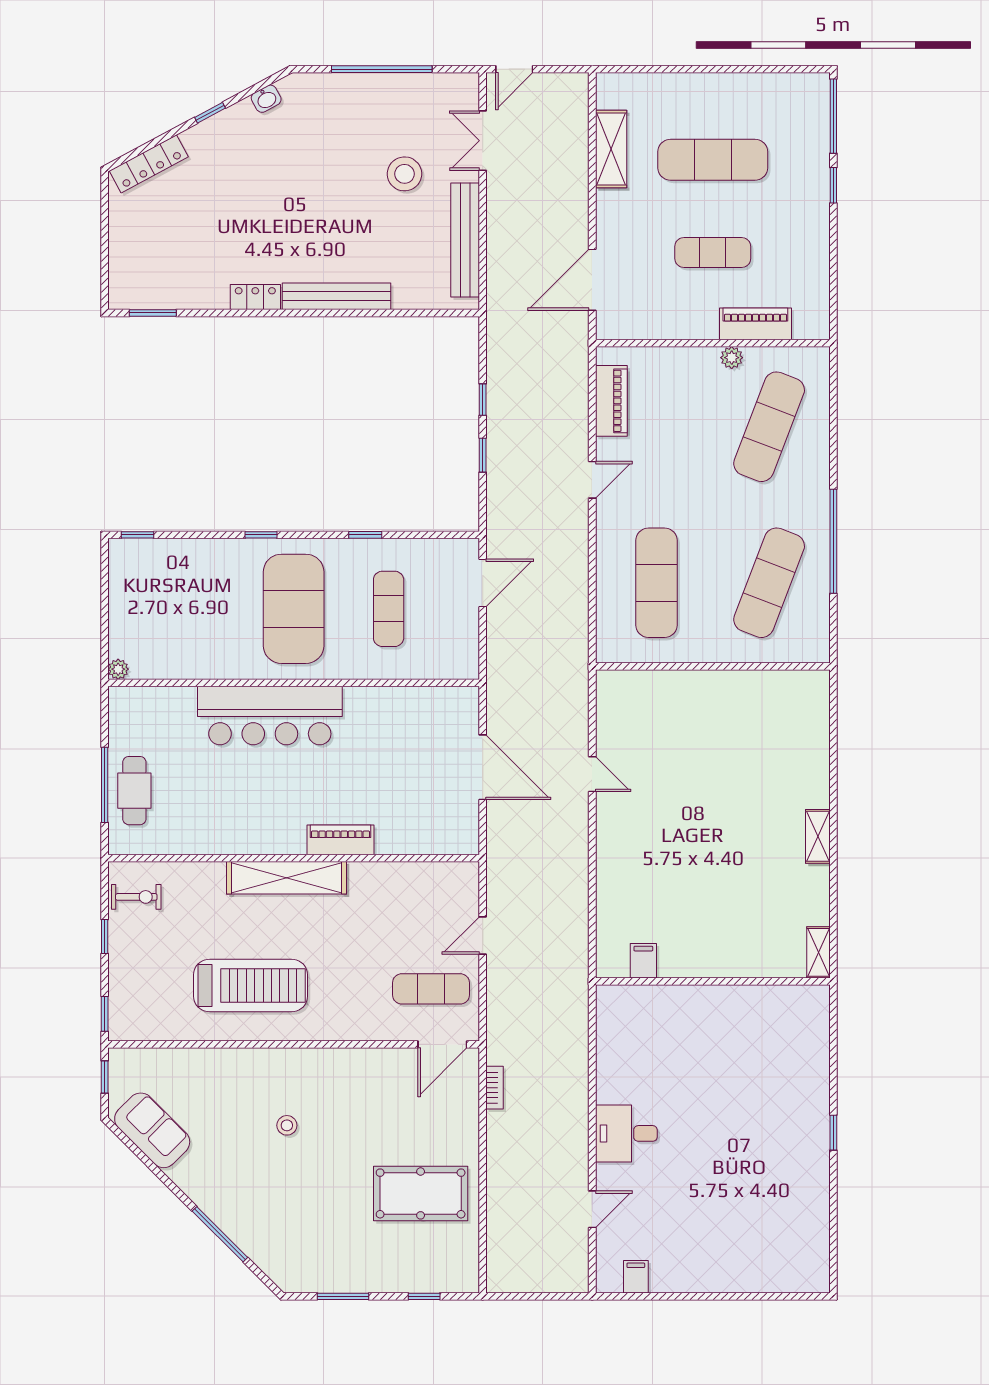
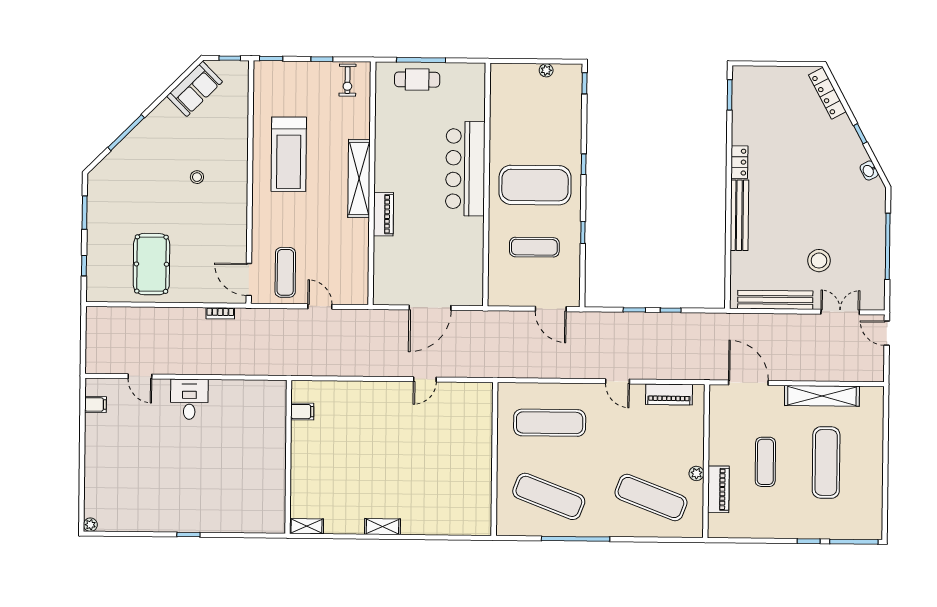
shelving: (611, 149) -> (822, 396), width x1.47
plant: (118, 669) -> (546, 70), moved
plant: (820, 1283) -> (90, 525), added

